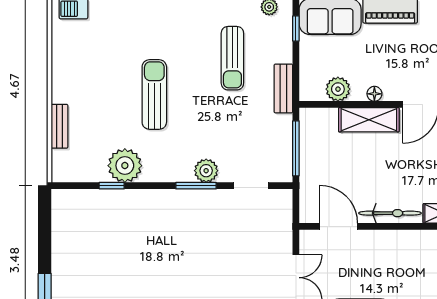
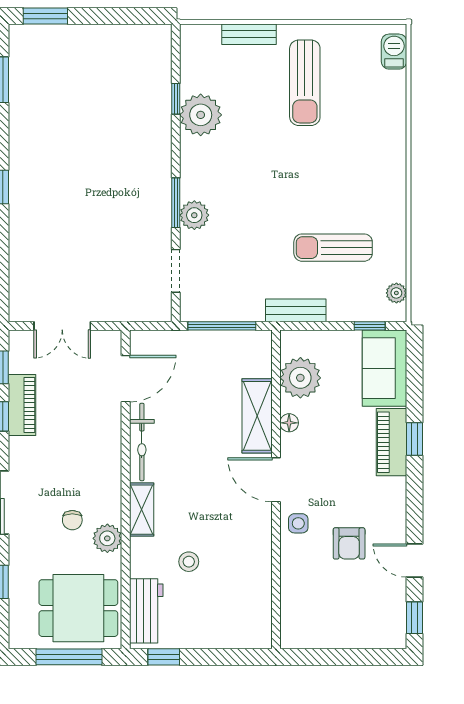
plant: (338, 89) -> (300, 378), width x1.36, depth x1.36
sun lounger: (154, 95) -> (305, 83), moved, turned 90

